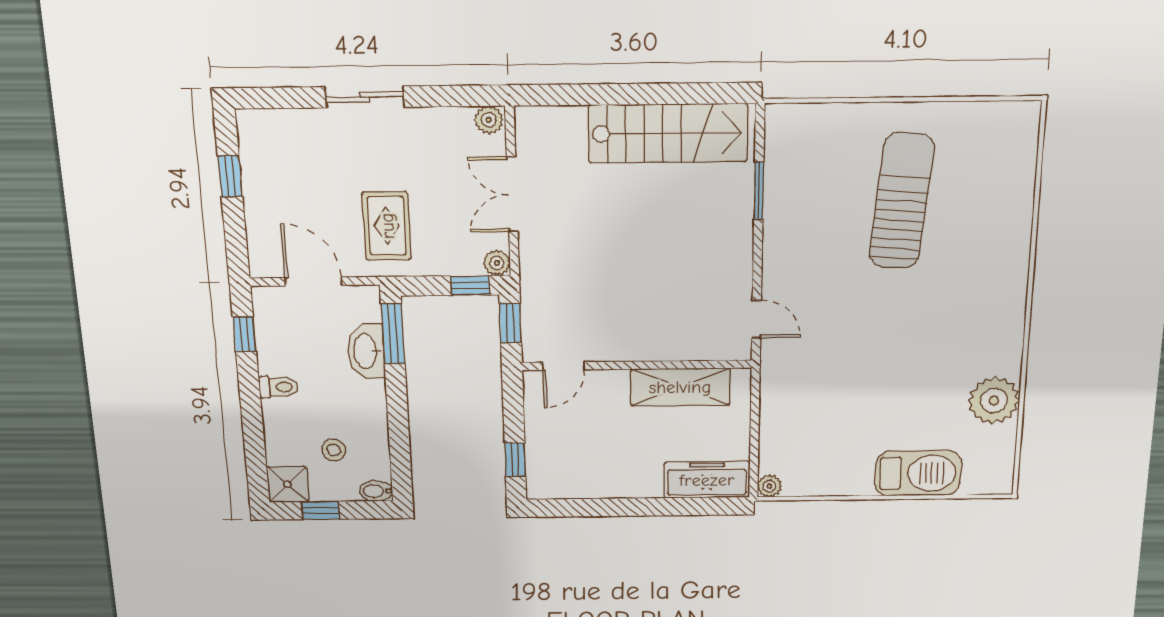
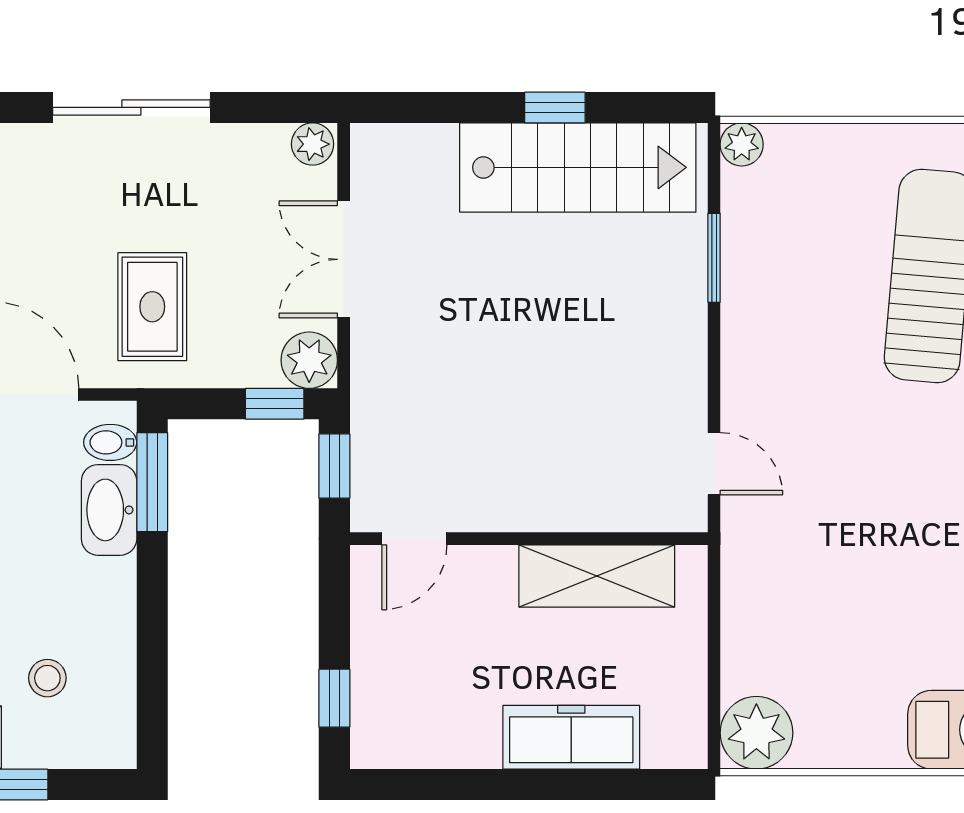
window: (652, 94) -> (555, 107), added
sliding door: (365, 97) -> (131, 107), width x1.37
plant: (779, 117) -> (742, 144), added
plant: (497, 263) -> (309, 360), width x1.38, depth x1.38
freezer: (707, 480) -> (571, 737), moved
plant: (769, 486) -> (756, 733), width x1.87, depth x1.87
bidet: (376, 491) -> (110, 442), moved

